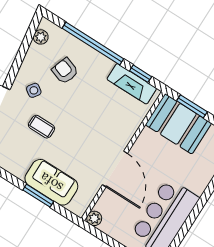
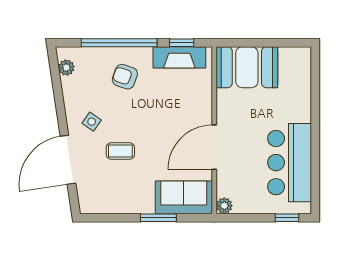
armchair: (65, 71) -> (125, 77), moved
window: (192, 106) -> (249, 43), removed
door: (115, 169) -> (214, 147), swing flipped
sofa: (51, 182) -> (184, 197), moved

